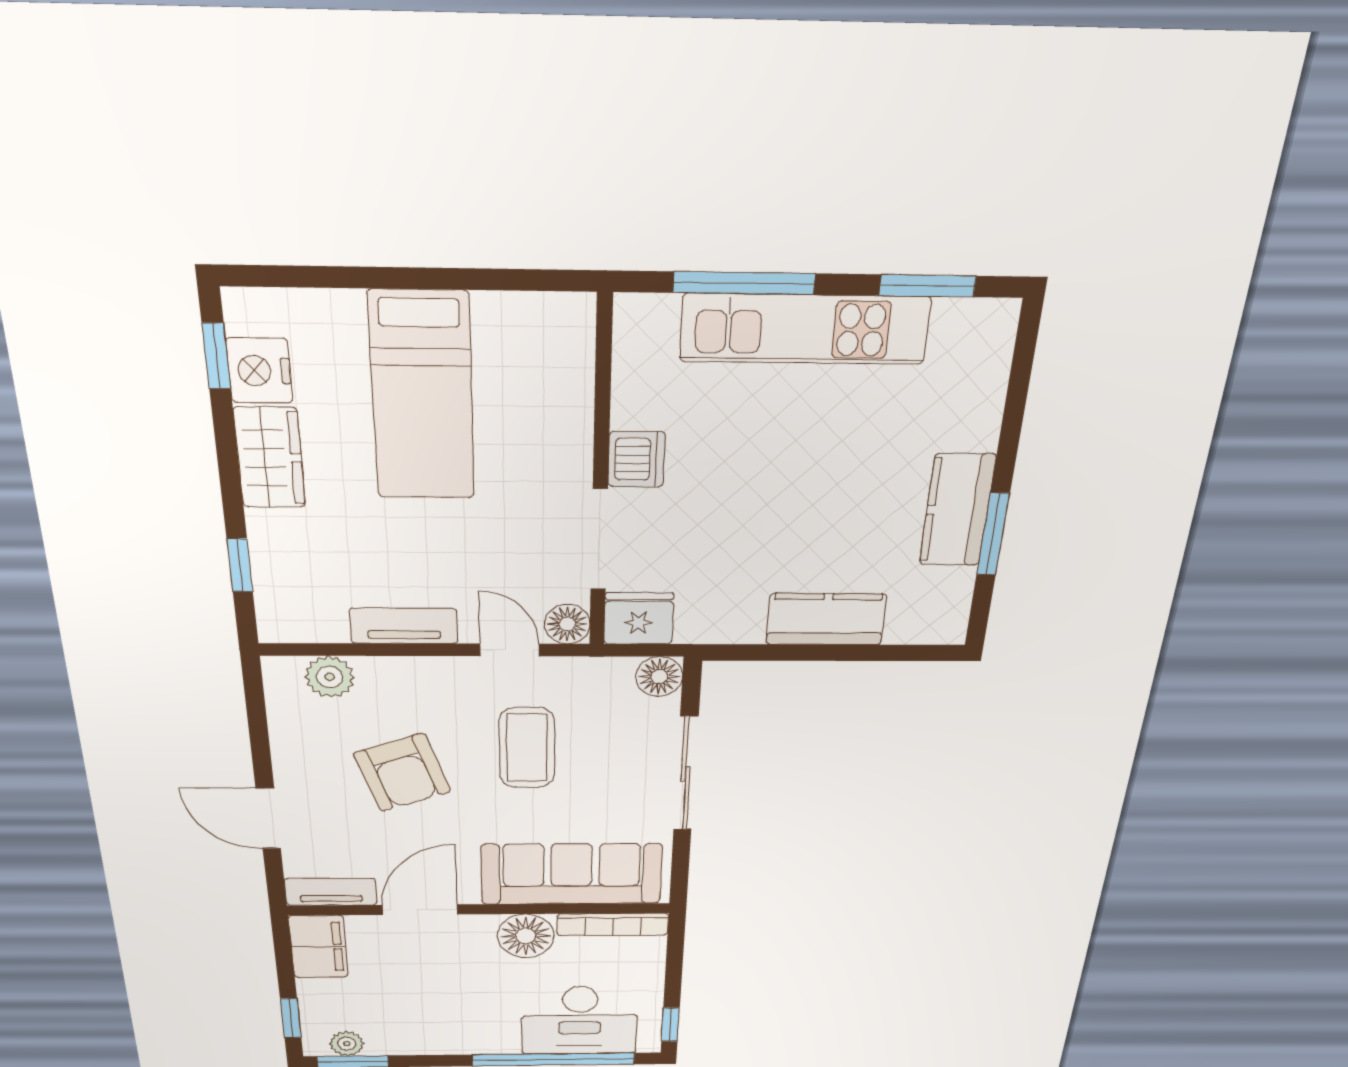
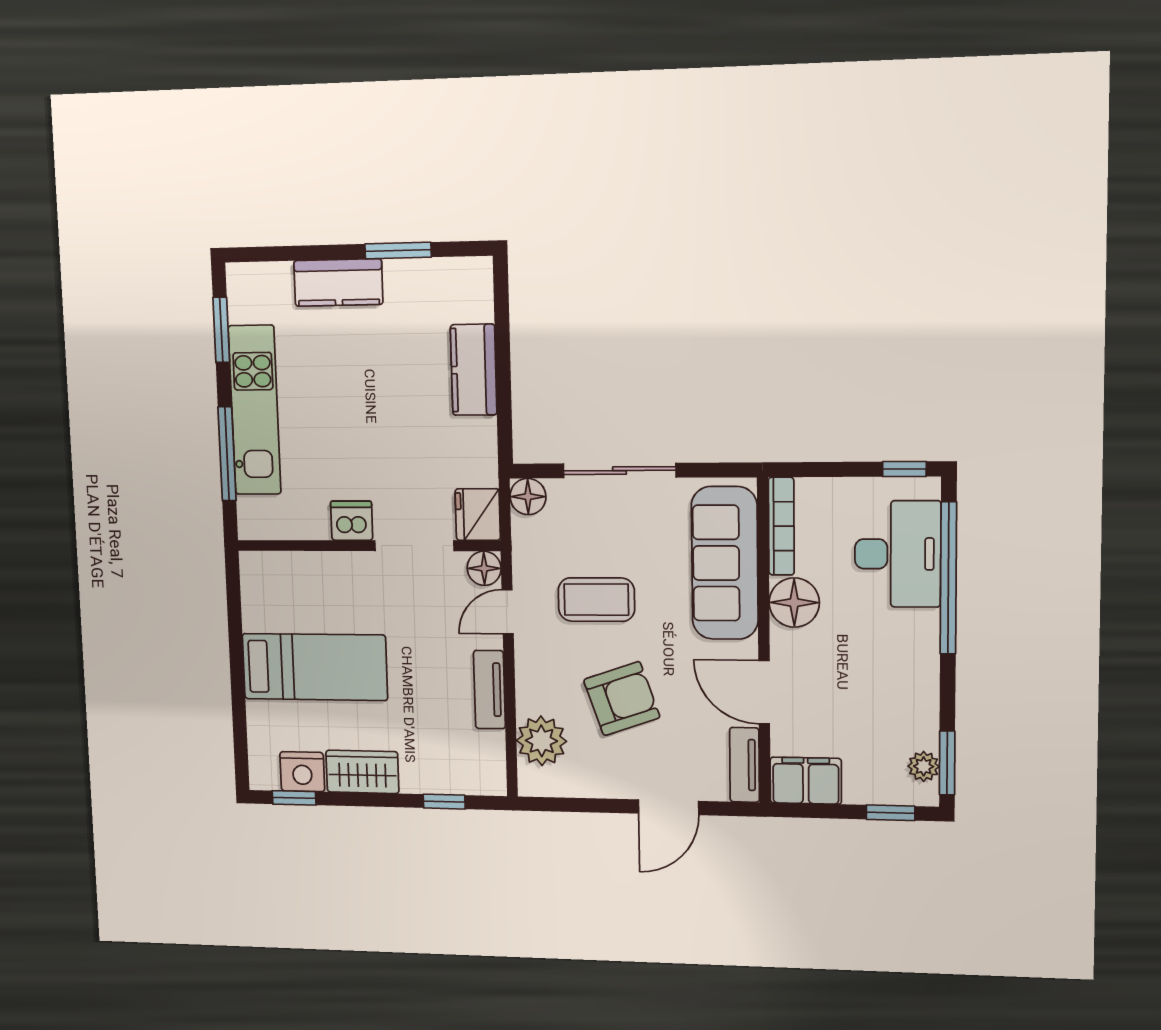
kitchen counter: (957, 510) -> (338, 282), moved
plant: (330, 677) -> (541, 741), width x1.36, depth x1.36

